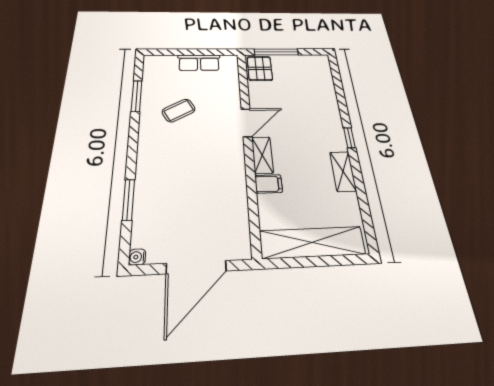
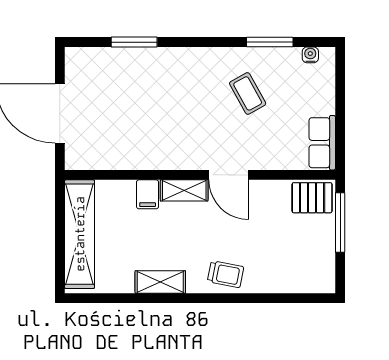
row of seats: (199, 63) -> (322, 143), moved
trolley: (327, 123) -> (226, 274), added
window: (349, 138) -> (205, 298), removed
water cooler: (137, 257) -> (310, 55), moved

